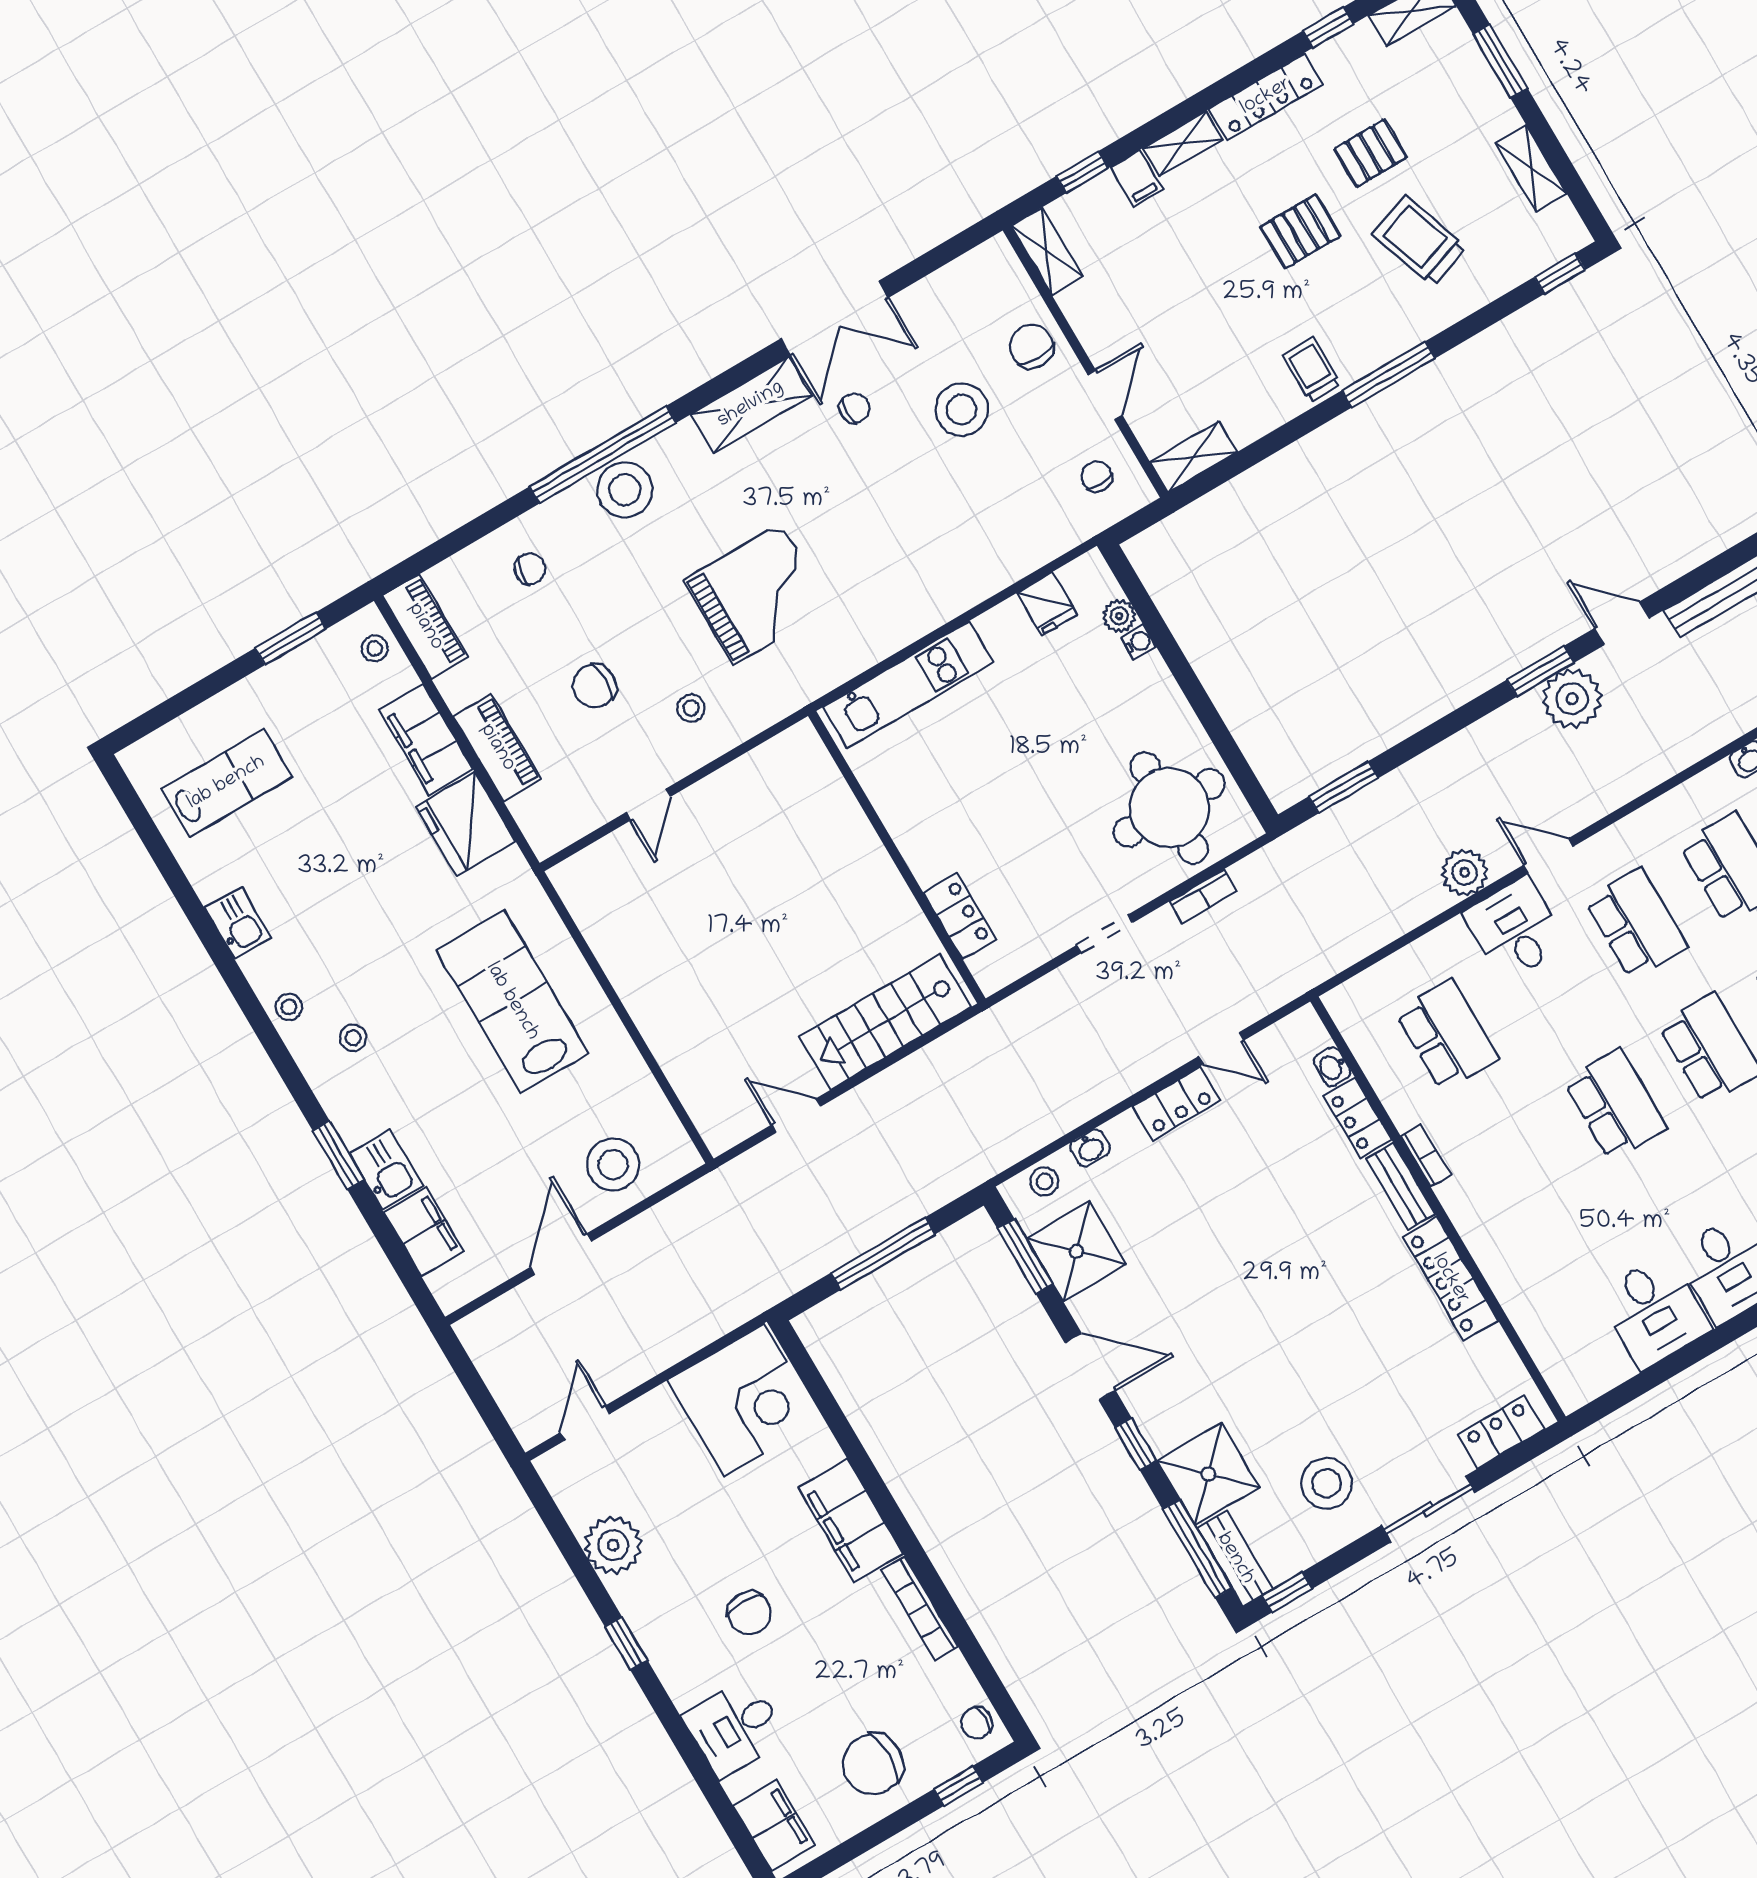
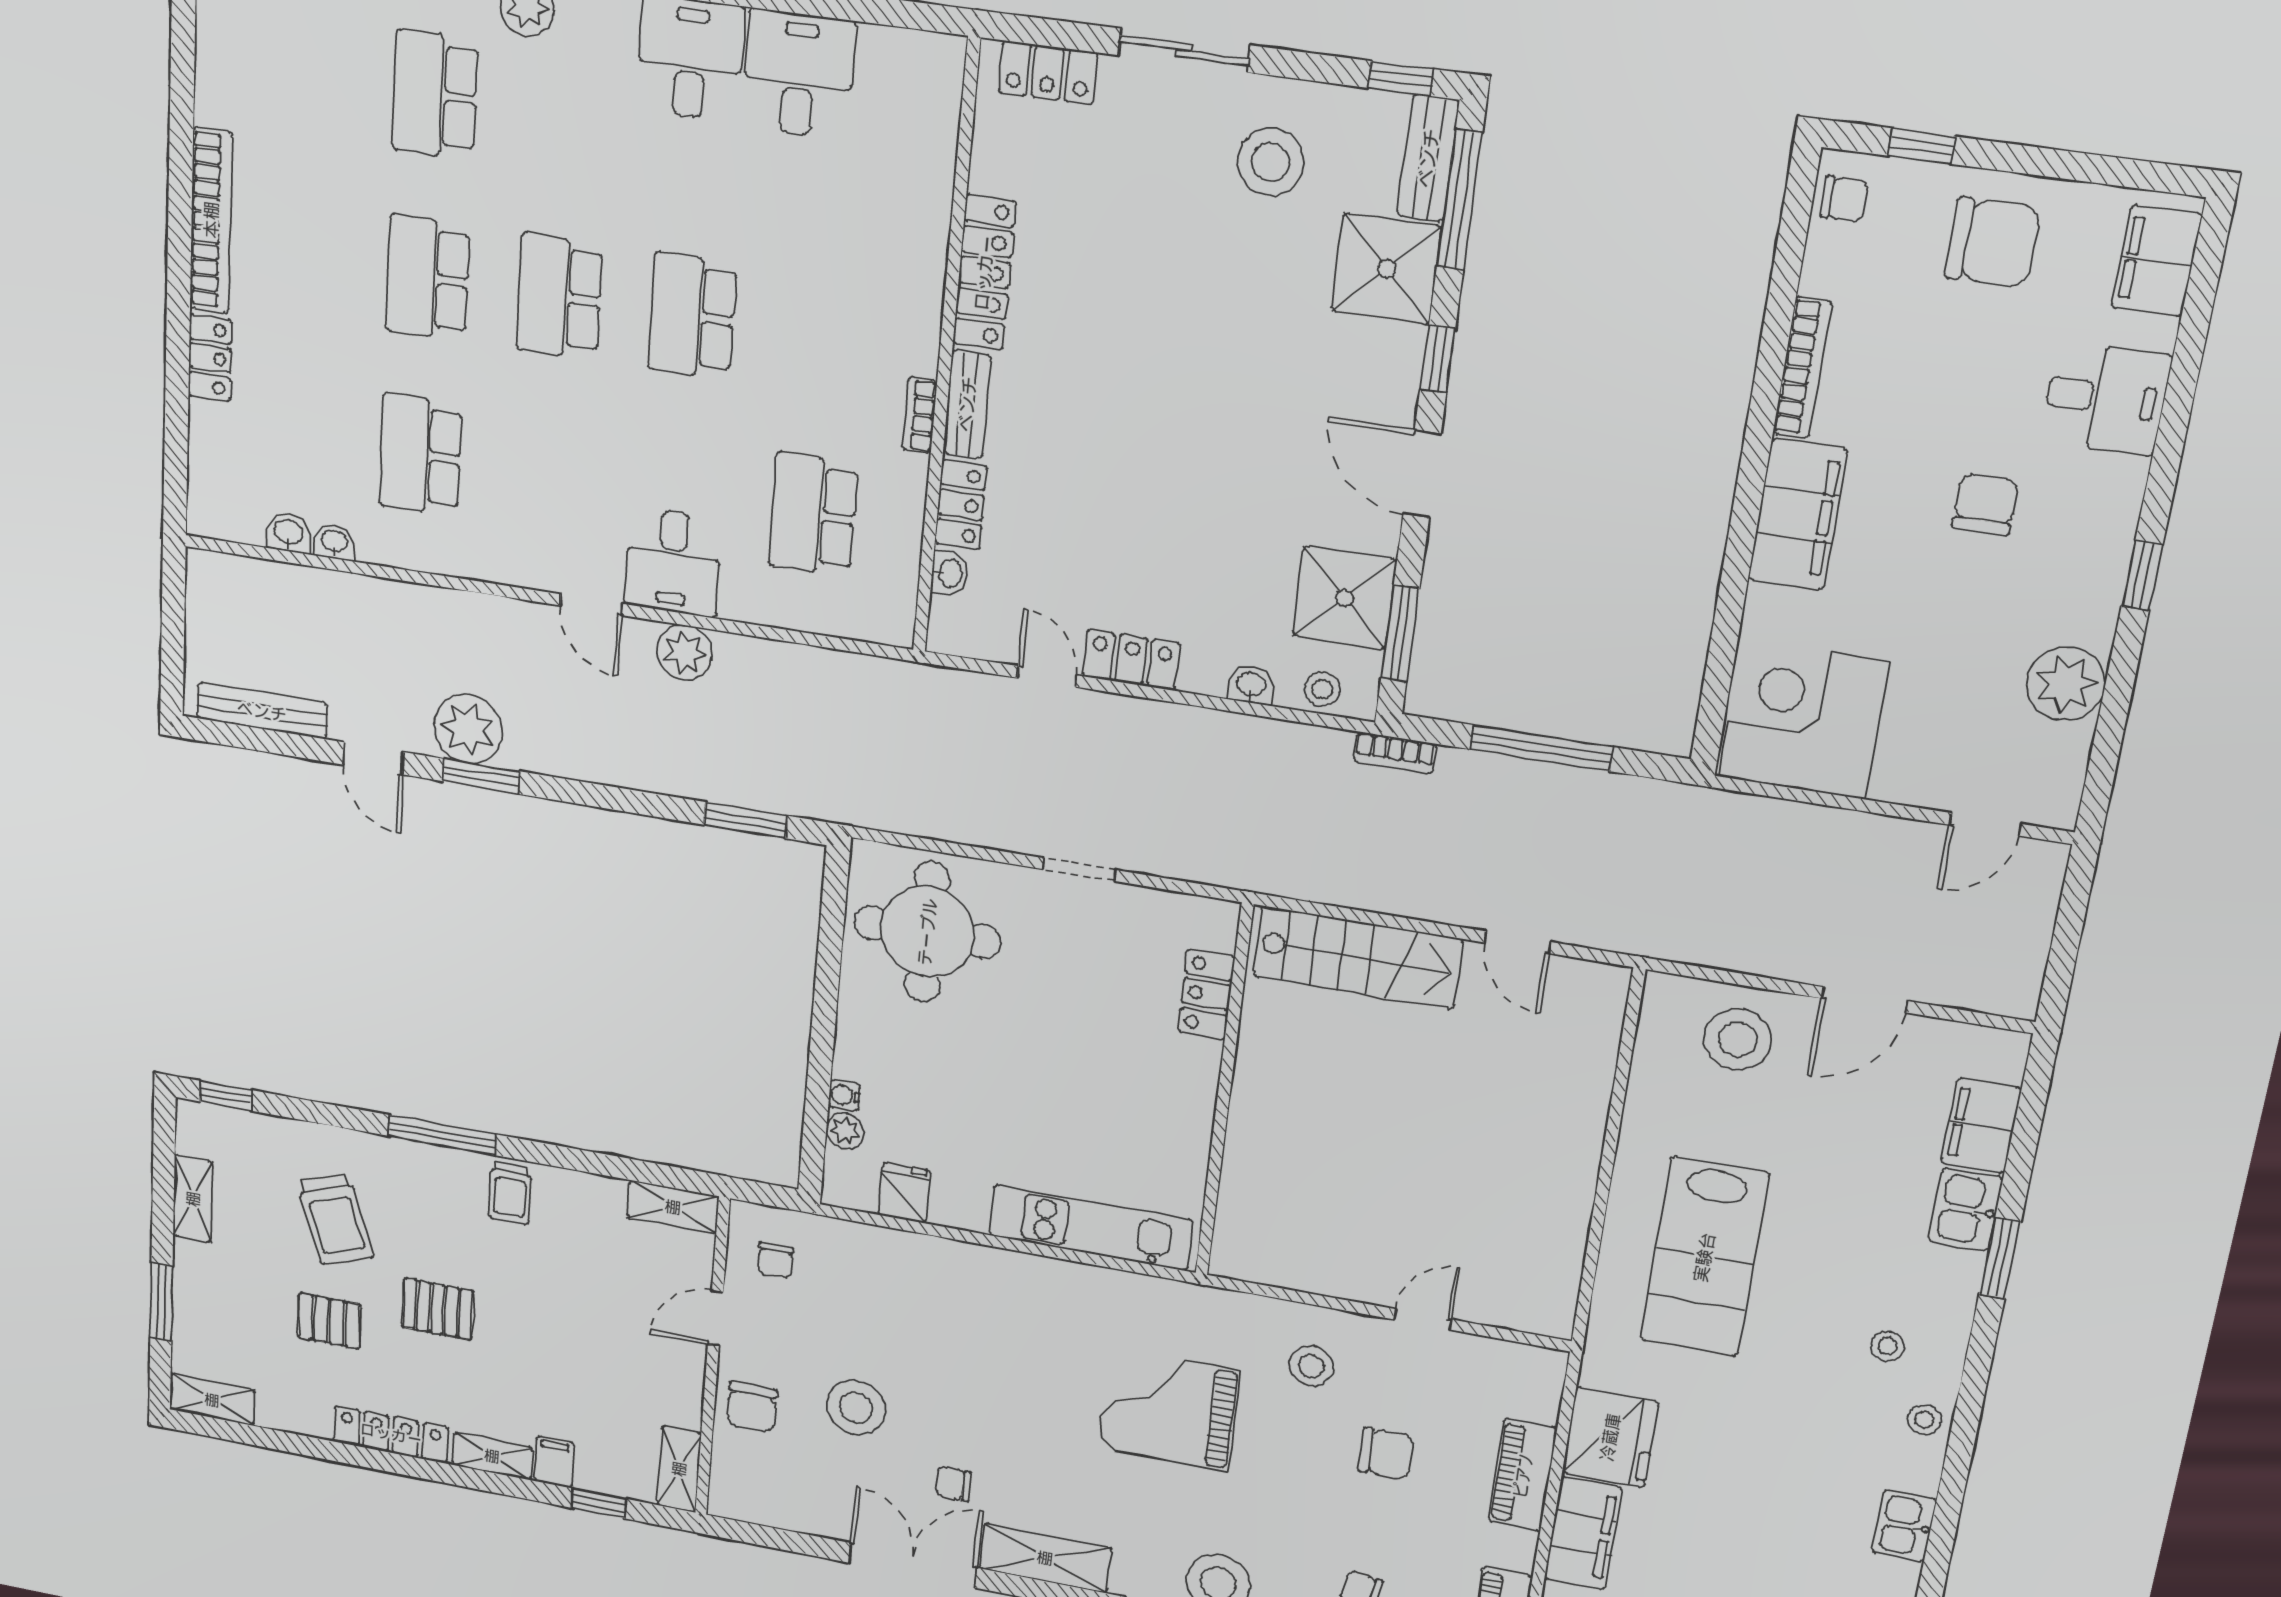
window: (1328, 27) -> (296, 1444), removed
stool: (691, 708) -> (1311, 1366), width x1.37, depth x1.37
bookcase: (1203, 896) -> (1395, 753), moved, turned 180
school desk: (1636, 924) -> (550, 474), removed

